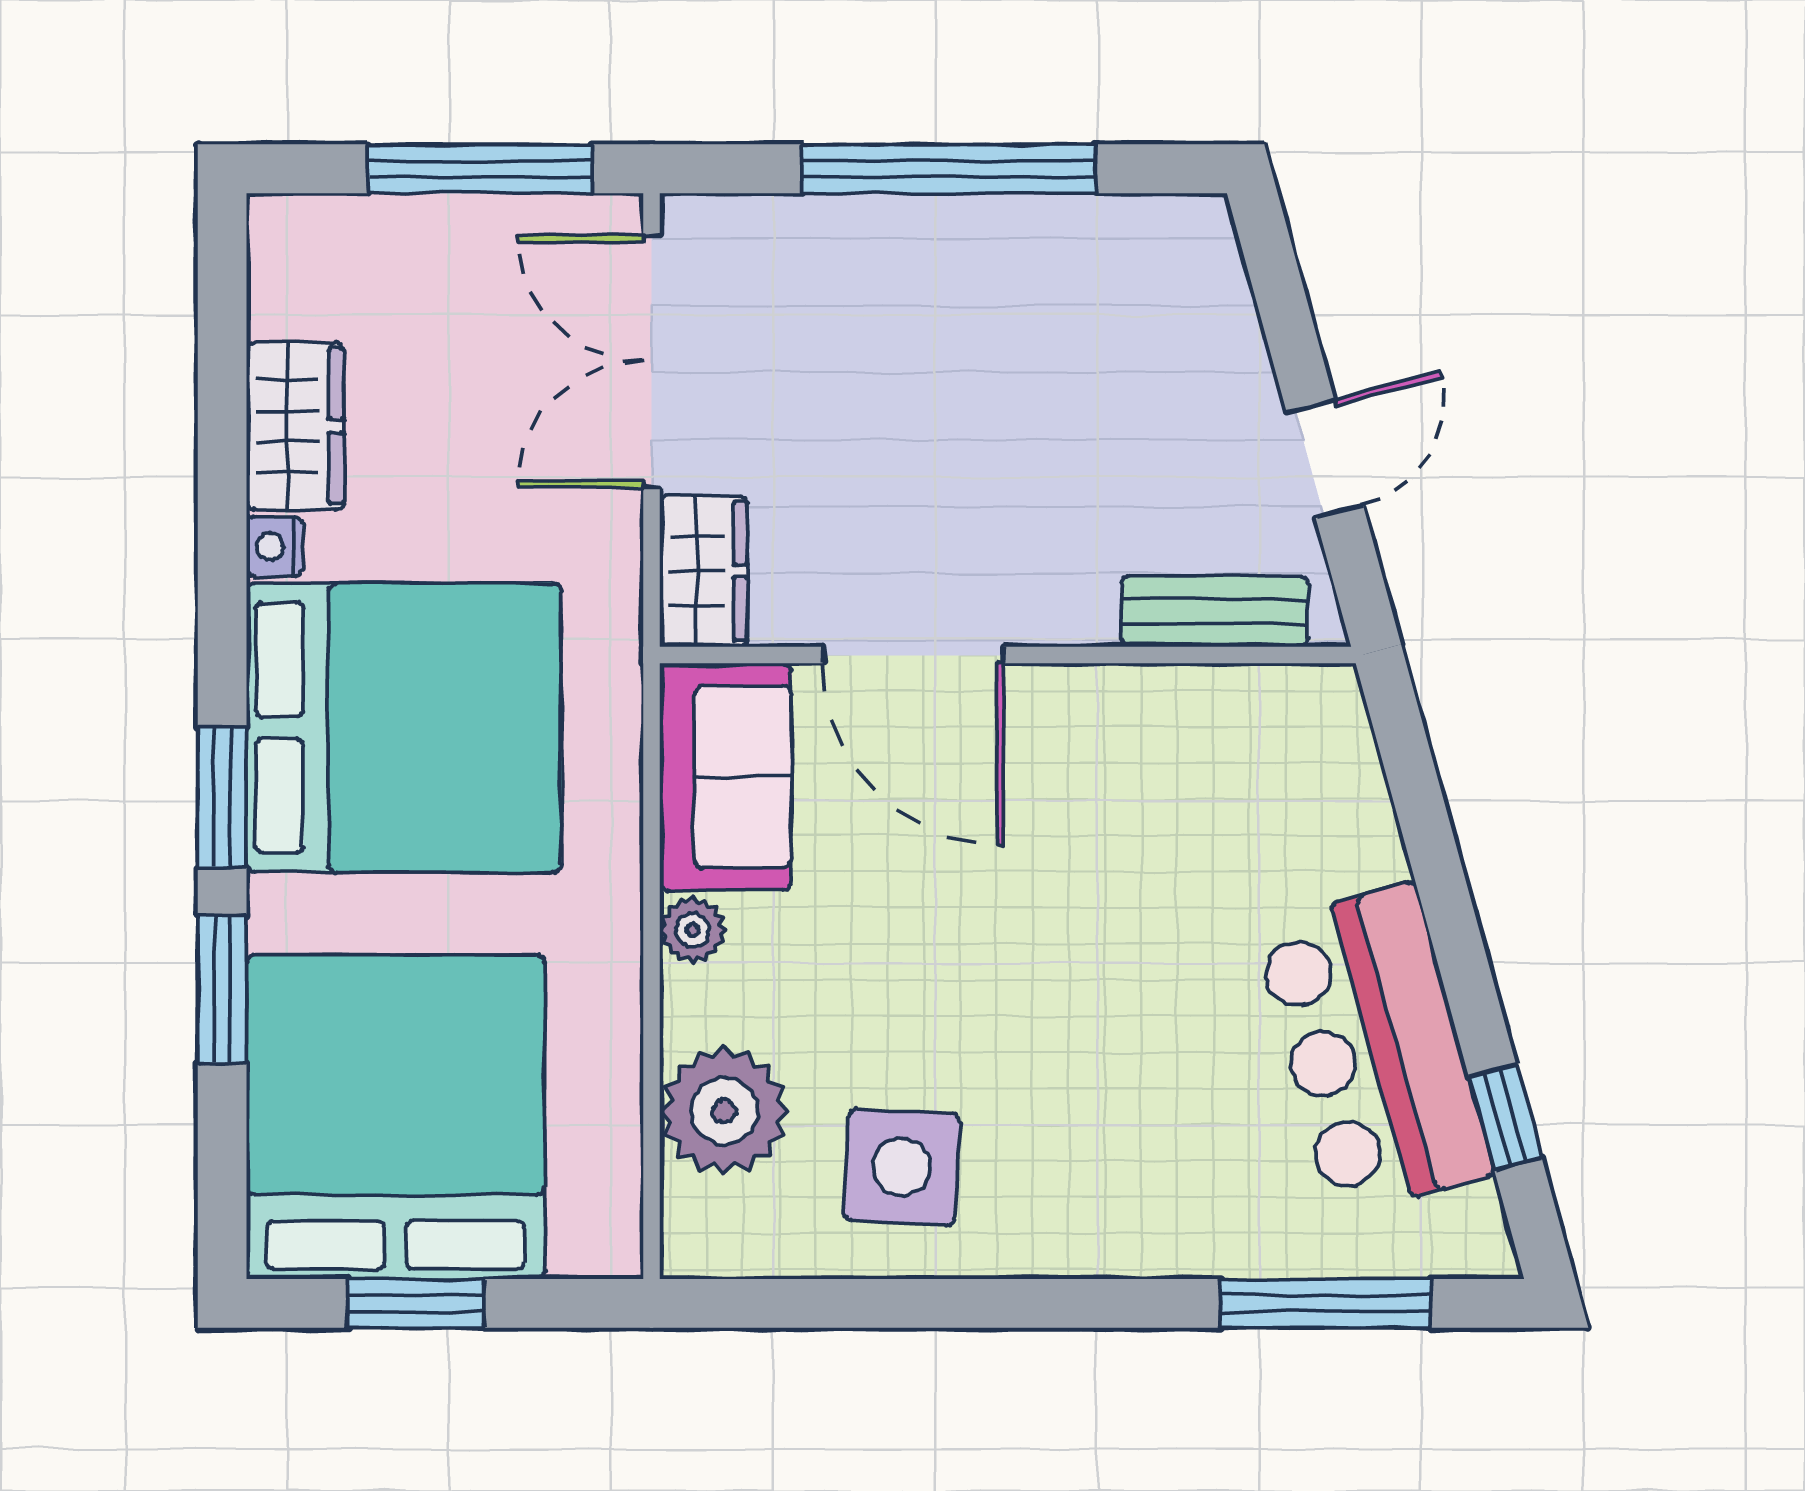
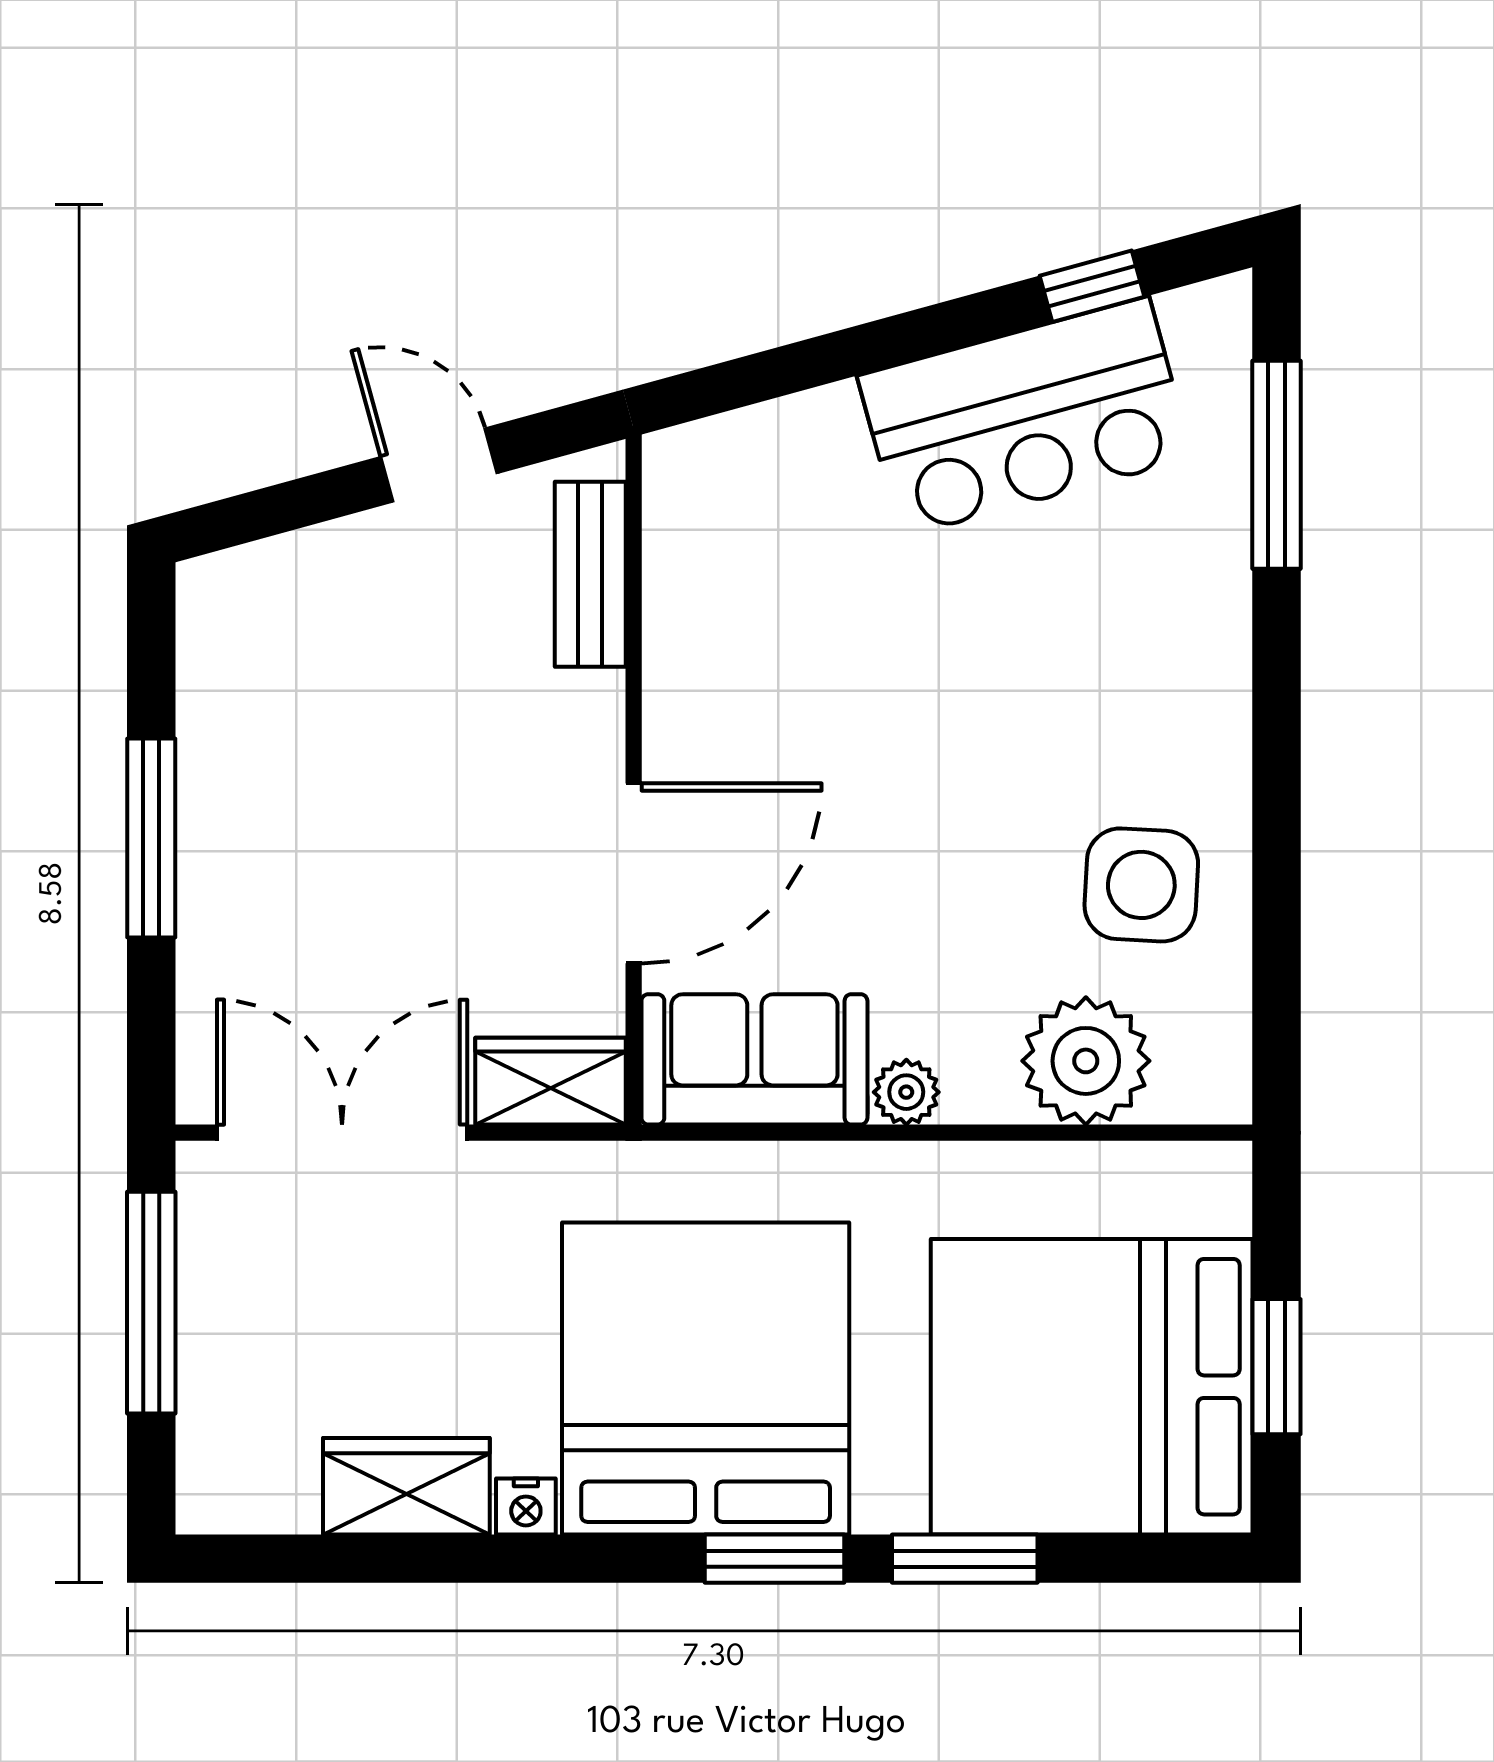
window: (949, 169) -> (151, 838), width x0.68
double door: (652, 361) -> (342, 1133), swing flipped

